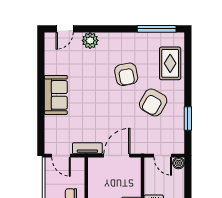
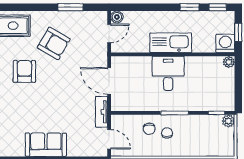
armchair: (126, 74) -> (24, 71), turned -79
door: (61, 156) -> (109, 139), hinge flipped

